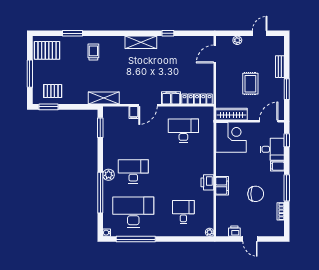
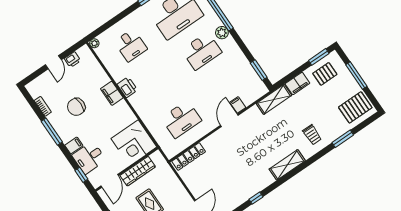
shelving: (141, 42) -> (287, 165), moved
filing cabinet: (171, 98) -> (297, 83), moved
wardrobe: (231, 114) -> (138, 171), moved
door: (250, 239) -> (53, 62), swing flipped

